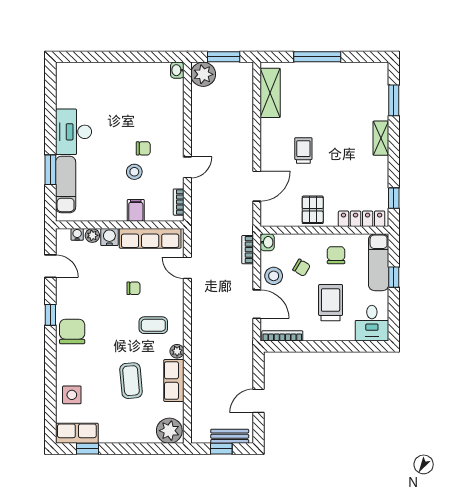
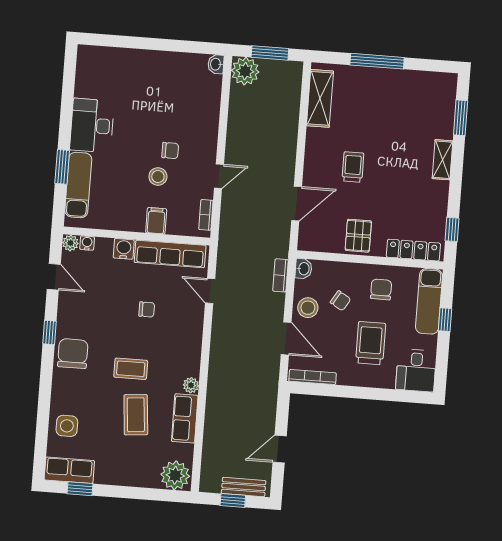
plant: (92, 235) -> (70, 243), moved
coffee table: (153, 325) -> (131, 369), moved

